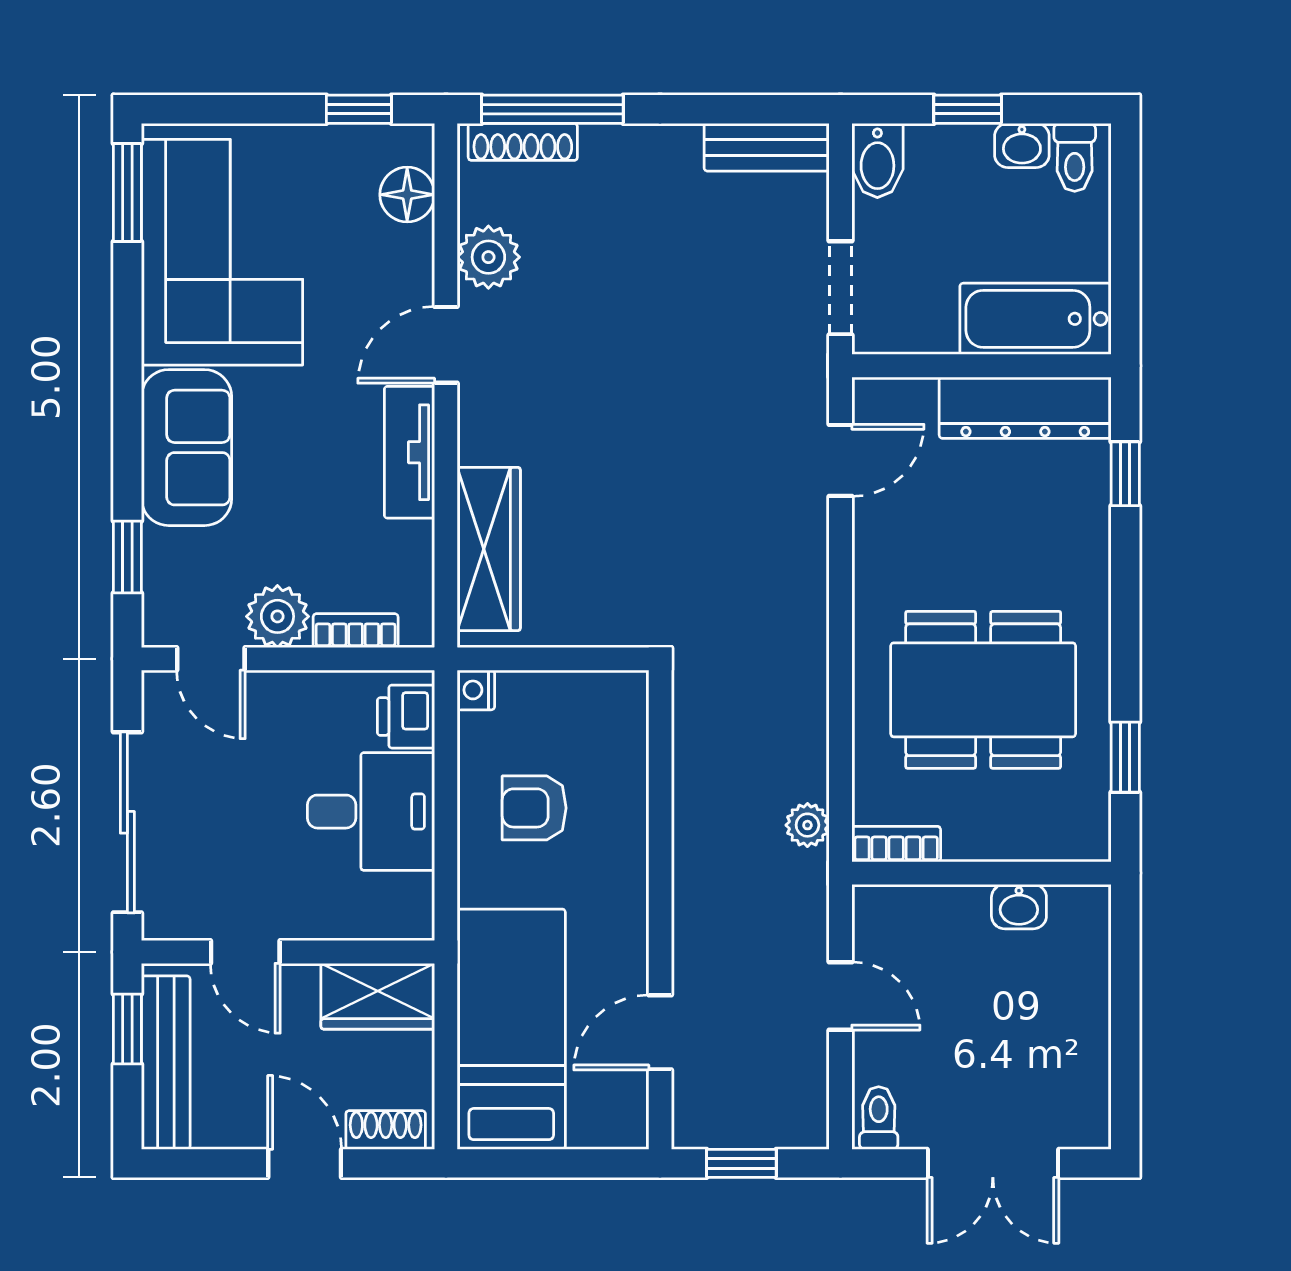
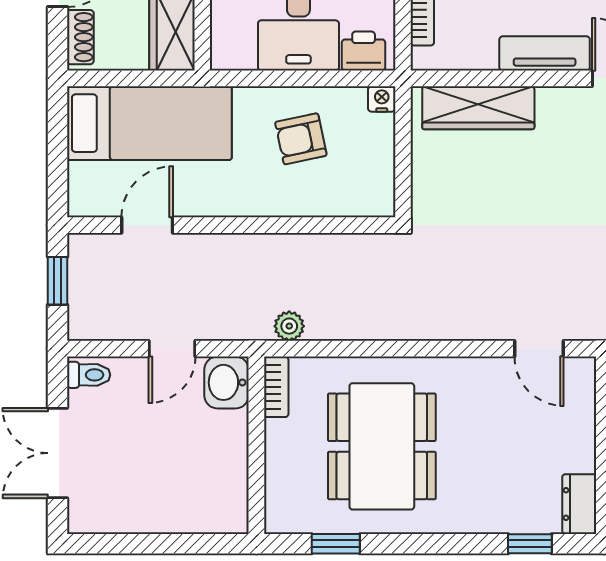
dresser: (1025, 408) -> (579, 504), width x0.51, depth x0.80
armchair: (534, 808) -> (301, 139), turned -102
washbasin: (1019, 907) -> (227, 382), moved, width x1.38, depth x1.45
door: (660, 1032) -> (147, 225), hinge flipped

